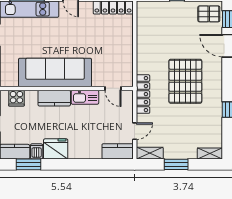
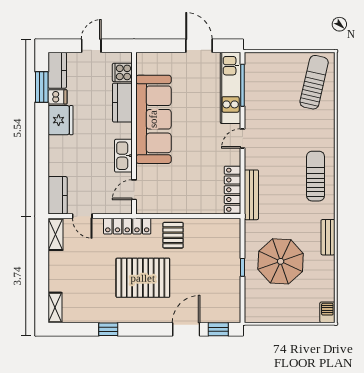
pallet: (209, 14) -> (173, 235), moved
kitchen counter: (54, 98) -> (122, 103), moved
window: (176, 164) -> (42, 266), removed

